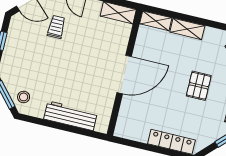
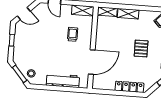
trolley: (56, 27) -> (73, 34), moved
door: (124, 75) -> (92, 62), moved

